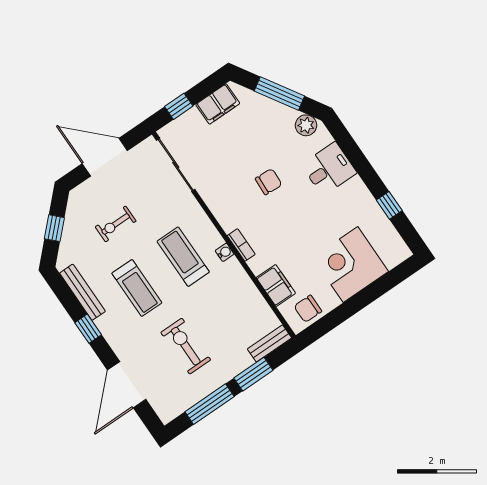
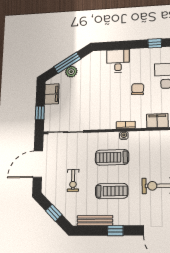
plant: (306, 125) -> (71, 72), moved
chair: (269, 182) -> (138, 89), moved

